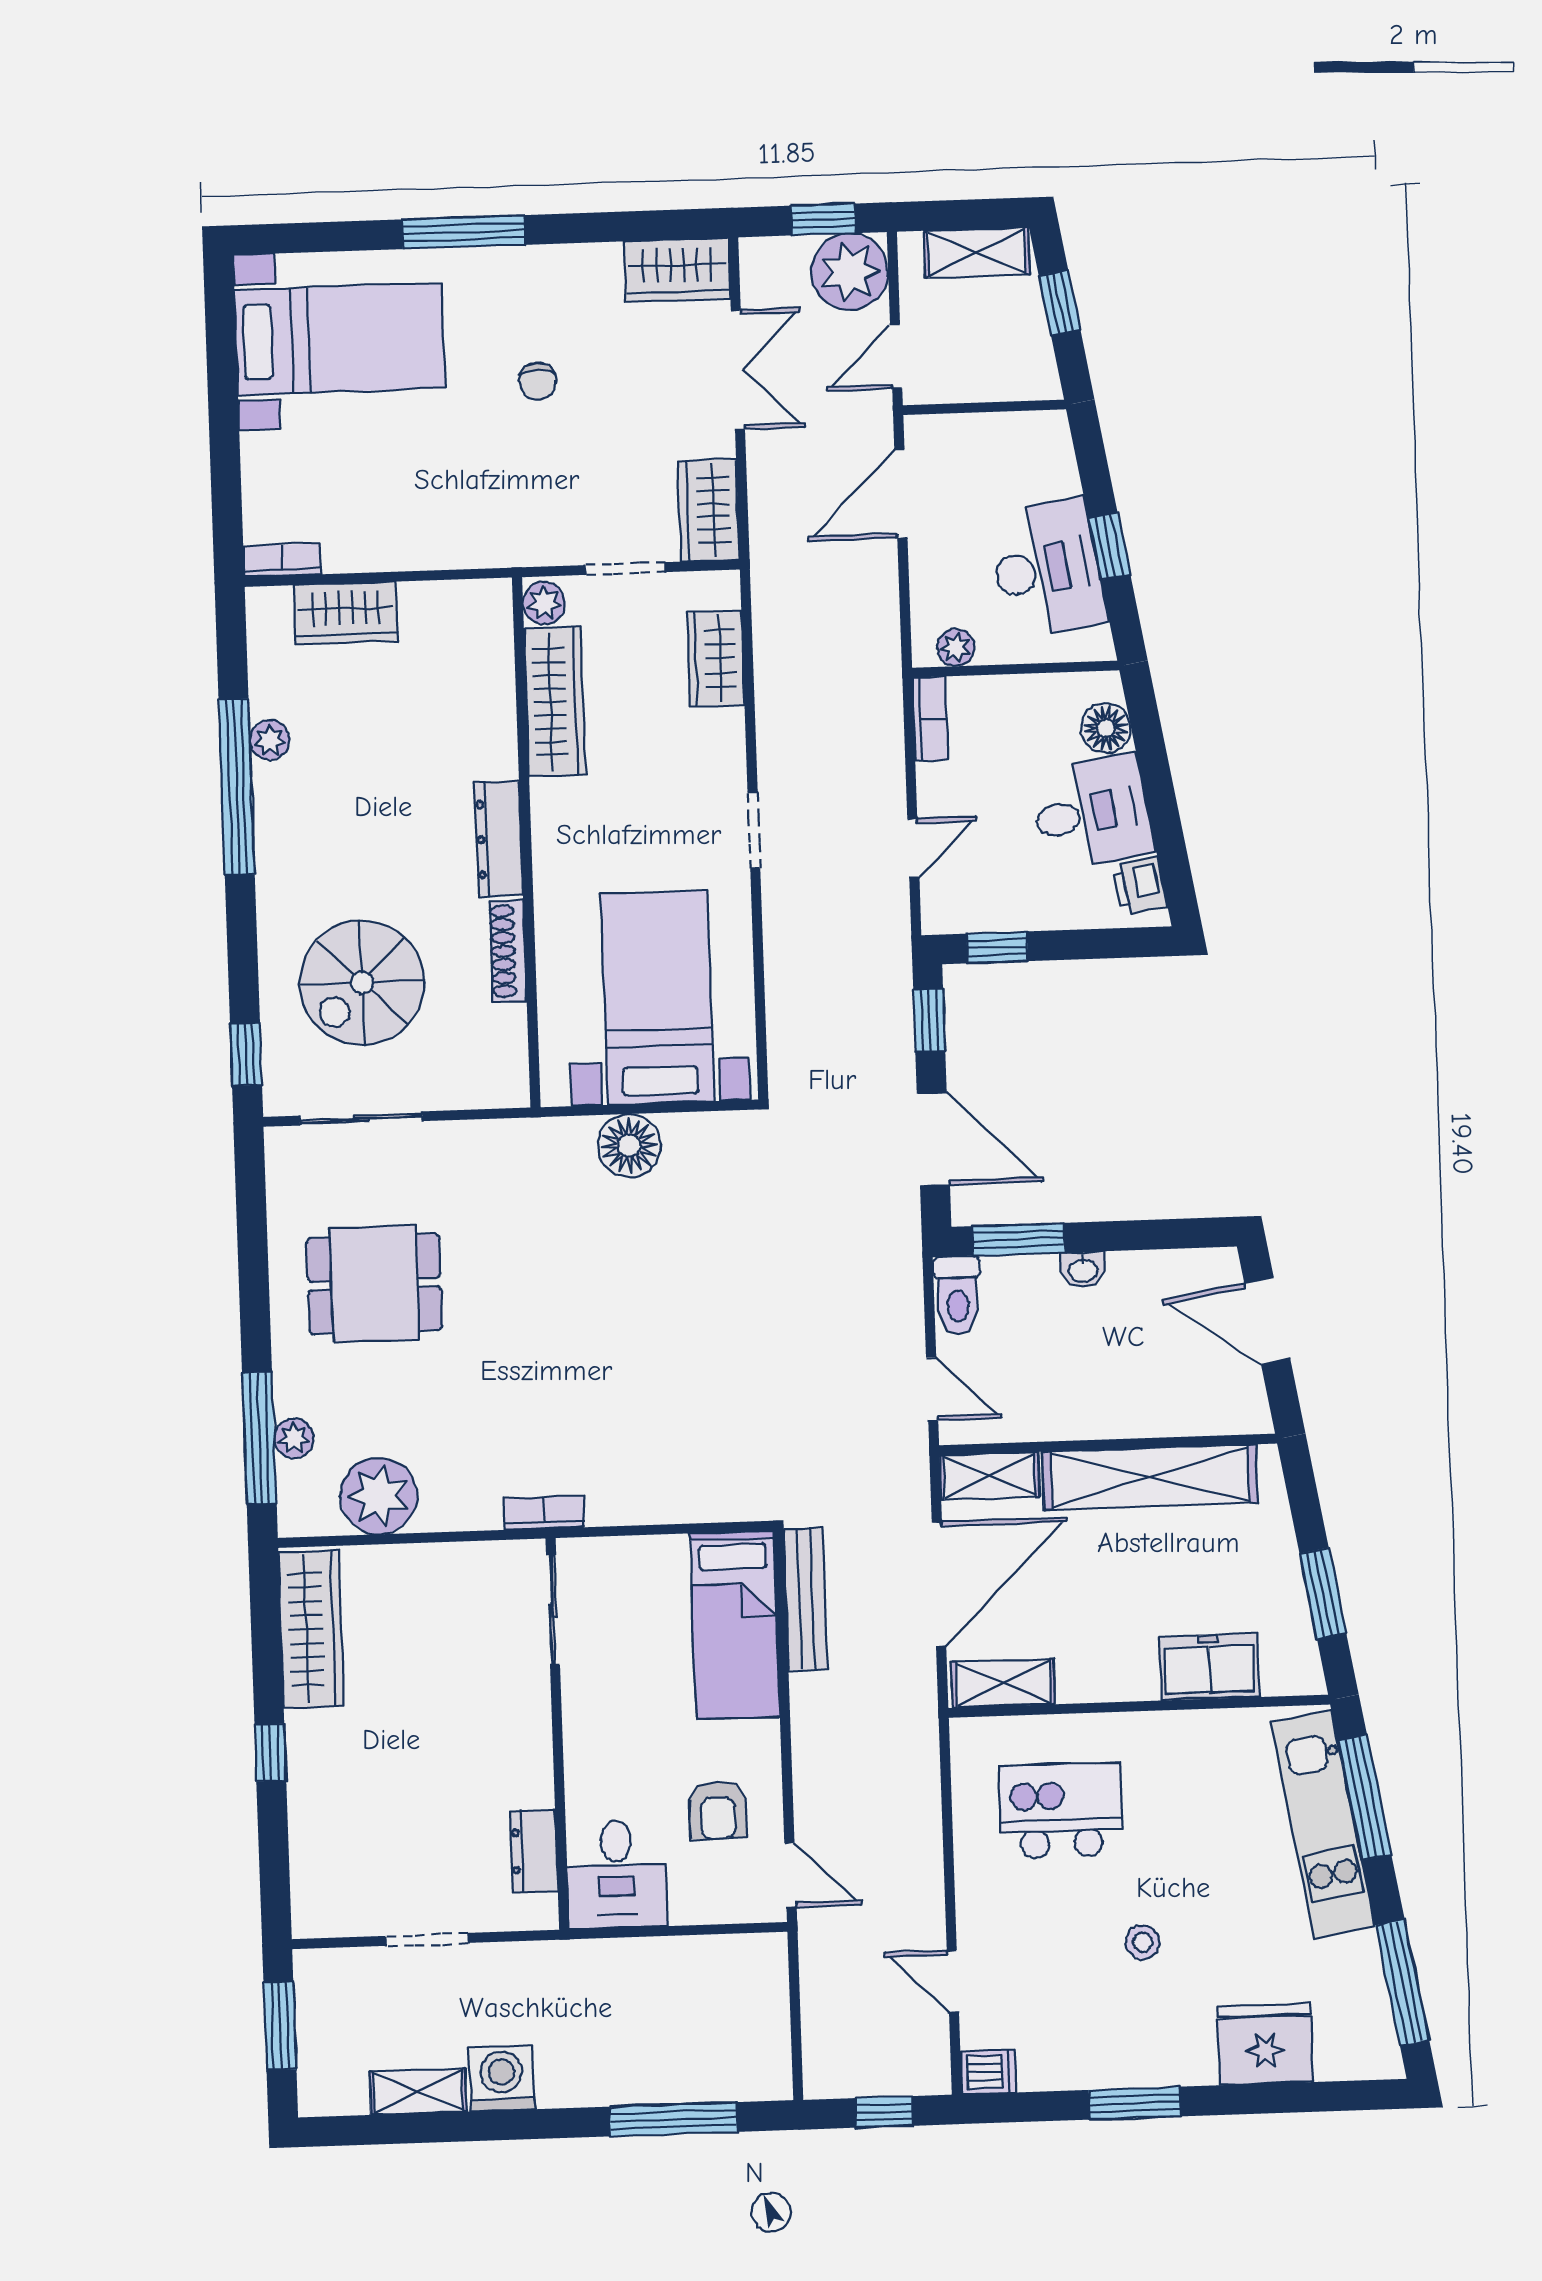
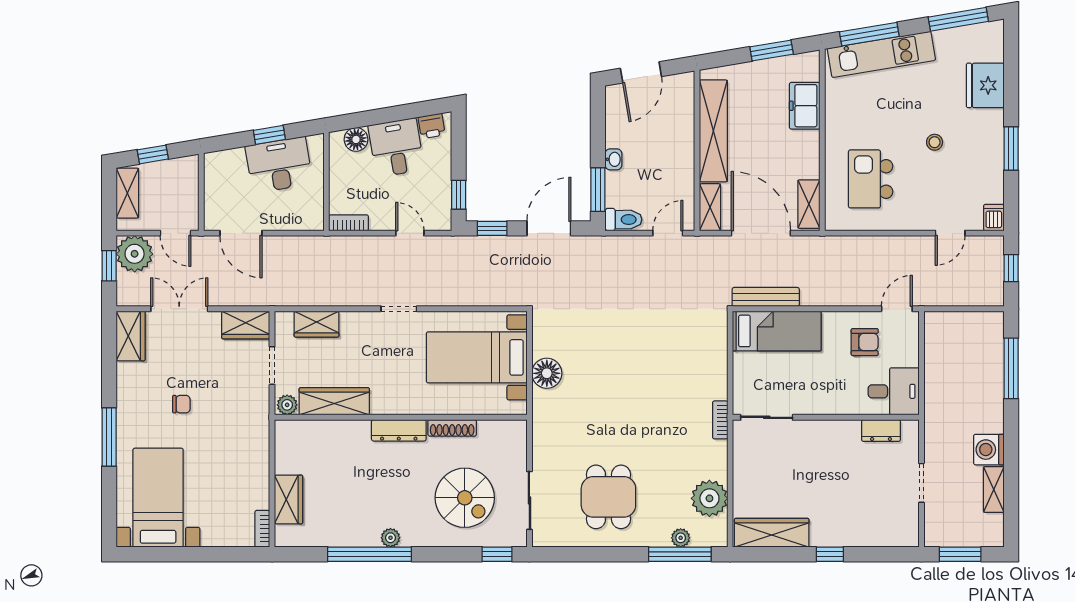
plant: (956, 648) -> (315, 210), removed
plant: (270, 740) -> (391, 538), moved

